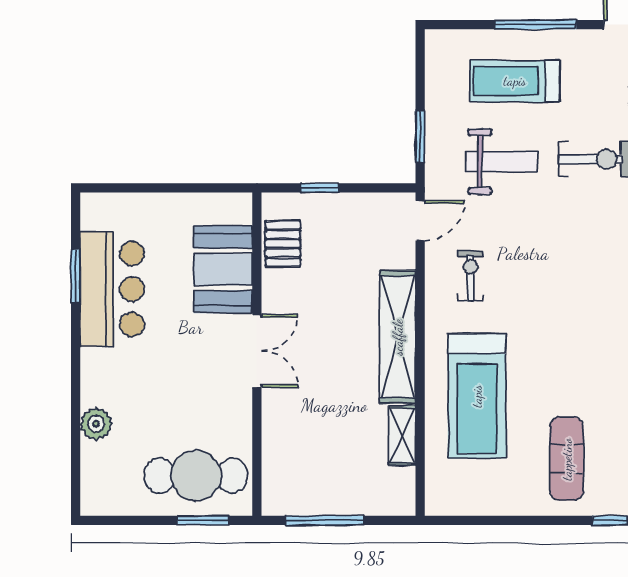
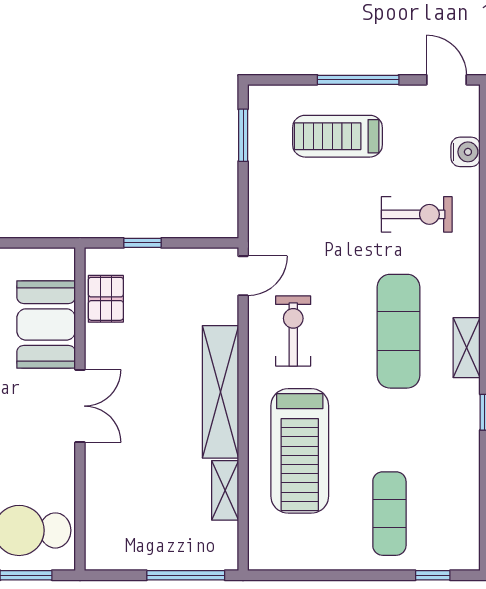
window: (420, 136) -> (243, 135), moved
weight bench: (501, 162) -> (324, 217), removed
exercise bike: (470, 276) -> (293, 331), width x1.38, depth x1.39
exercise mat: (576, 276) -> (399, 331), added
window: (325, 520) -> (186, 575), moved

